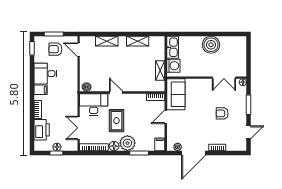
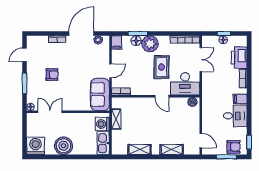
washing machine: (238, 45) -> (36, 146), added
armchair: (55, 49) -> (234, 147), moved
floor lamp: (114, 146) -> (136, 41), moved

